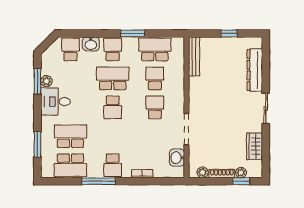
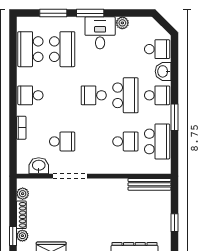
window: (37, 81) -> (90, 13), moved
school desk: (155, 107) -> (62, 141), moved
window: (99, 181) -> (13, 80), removed

